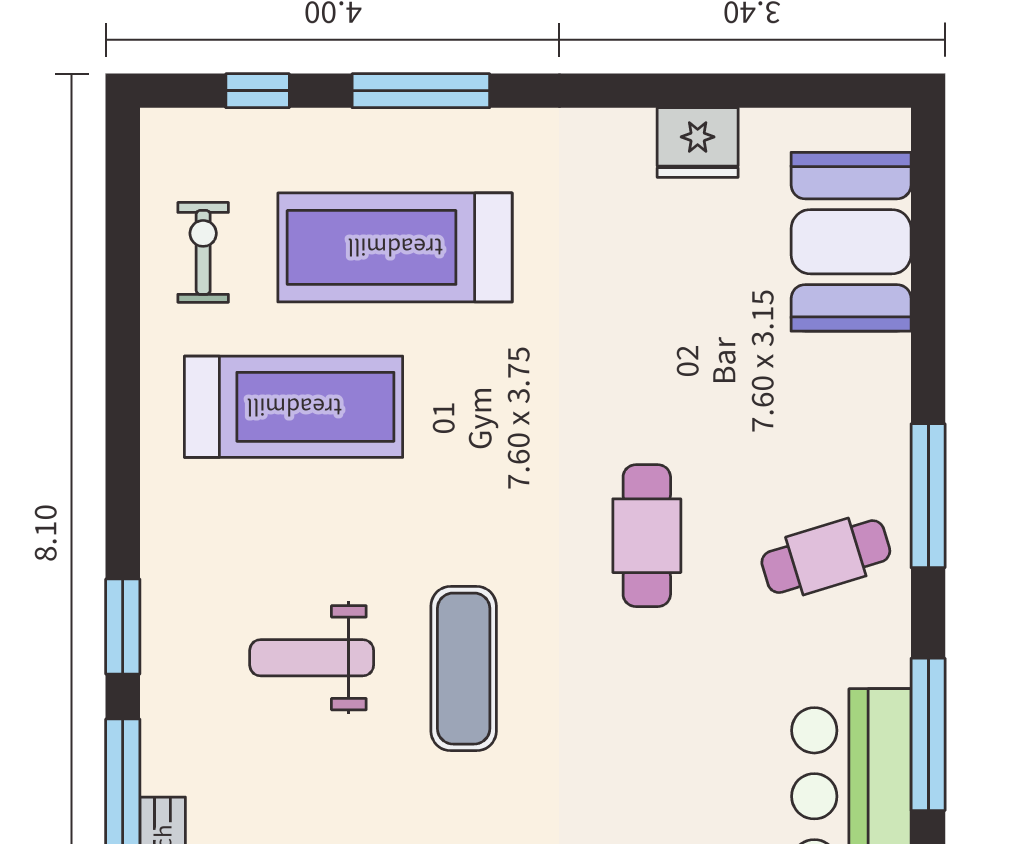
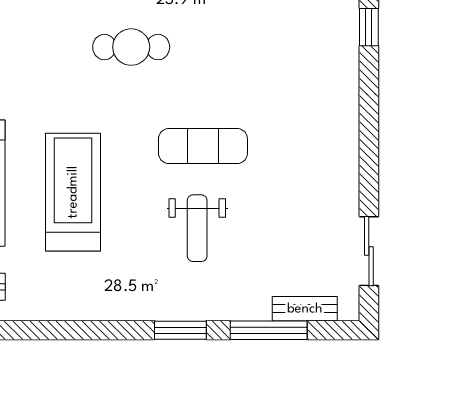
treadmill: (294, 407) -> (73, 192), moved

